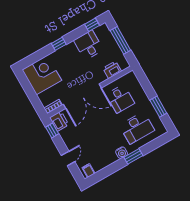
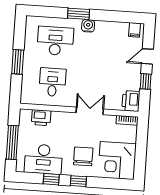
window: (92, 25) -> (51, 179), moved
desk: (88, 45) -> (43, 159), width x1.37
chair: (67, 63) -> (83, 156), added
double door: (82, 96) -> (90, 111), width x0.54
window: (158, 107) -> (18, 62), moved
window: (52, 131) -> (146, 81), moved

